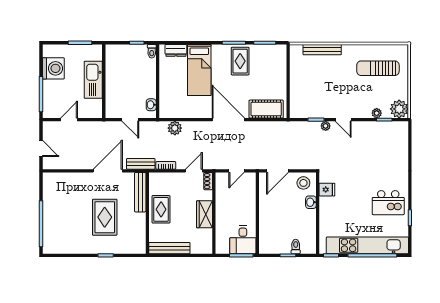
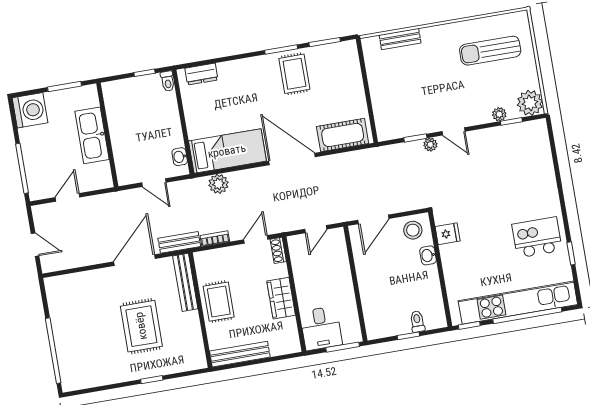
bench: (322, 50) -> (400, 39), width x0.73
washing machine: (53, 68) -> (30, 110), moved
bed: (199, 70) -> (227, 151), moved, turned -90
kitchen island: (388, 203) -> (537, 237), turned 180
desk: (243, 240) -> (321, 328), moved

